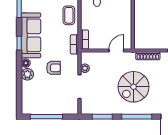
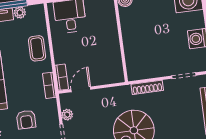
door: (116, 51) -> (81, 89), moved
armchair: (53, 68) -> (26, 120), turned 90

